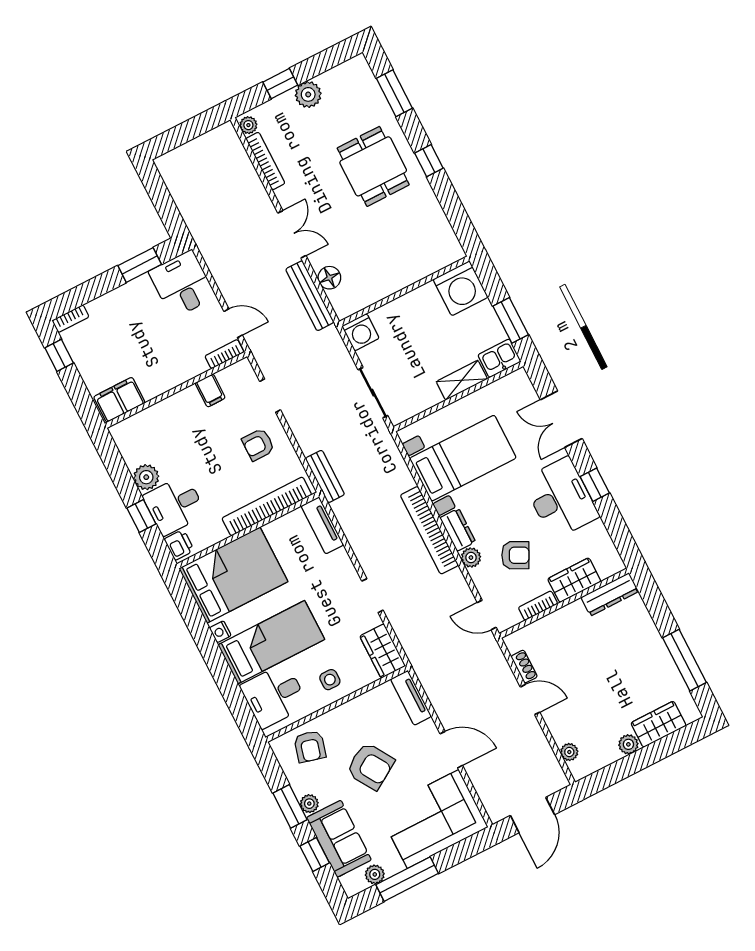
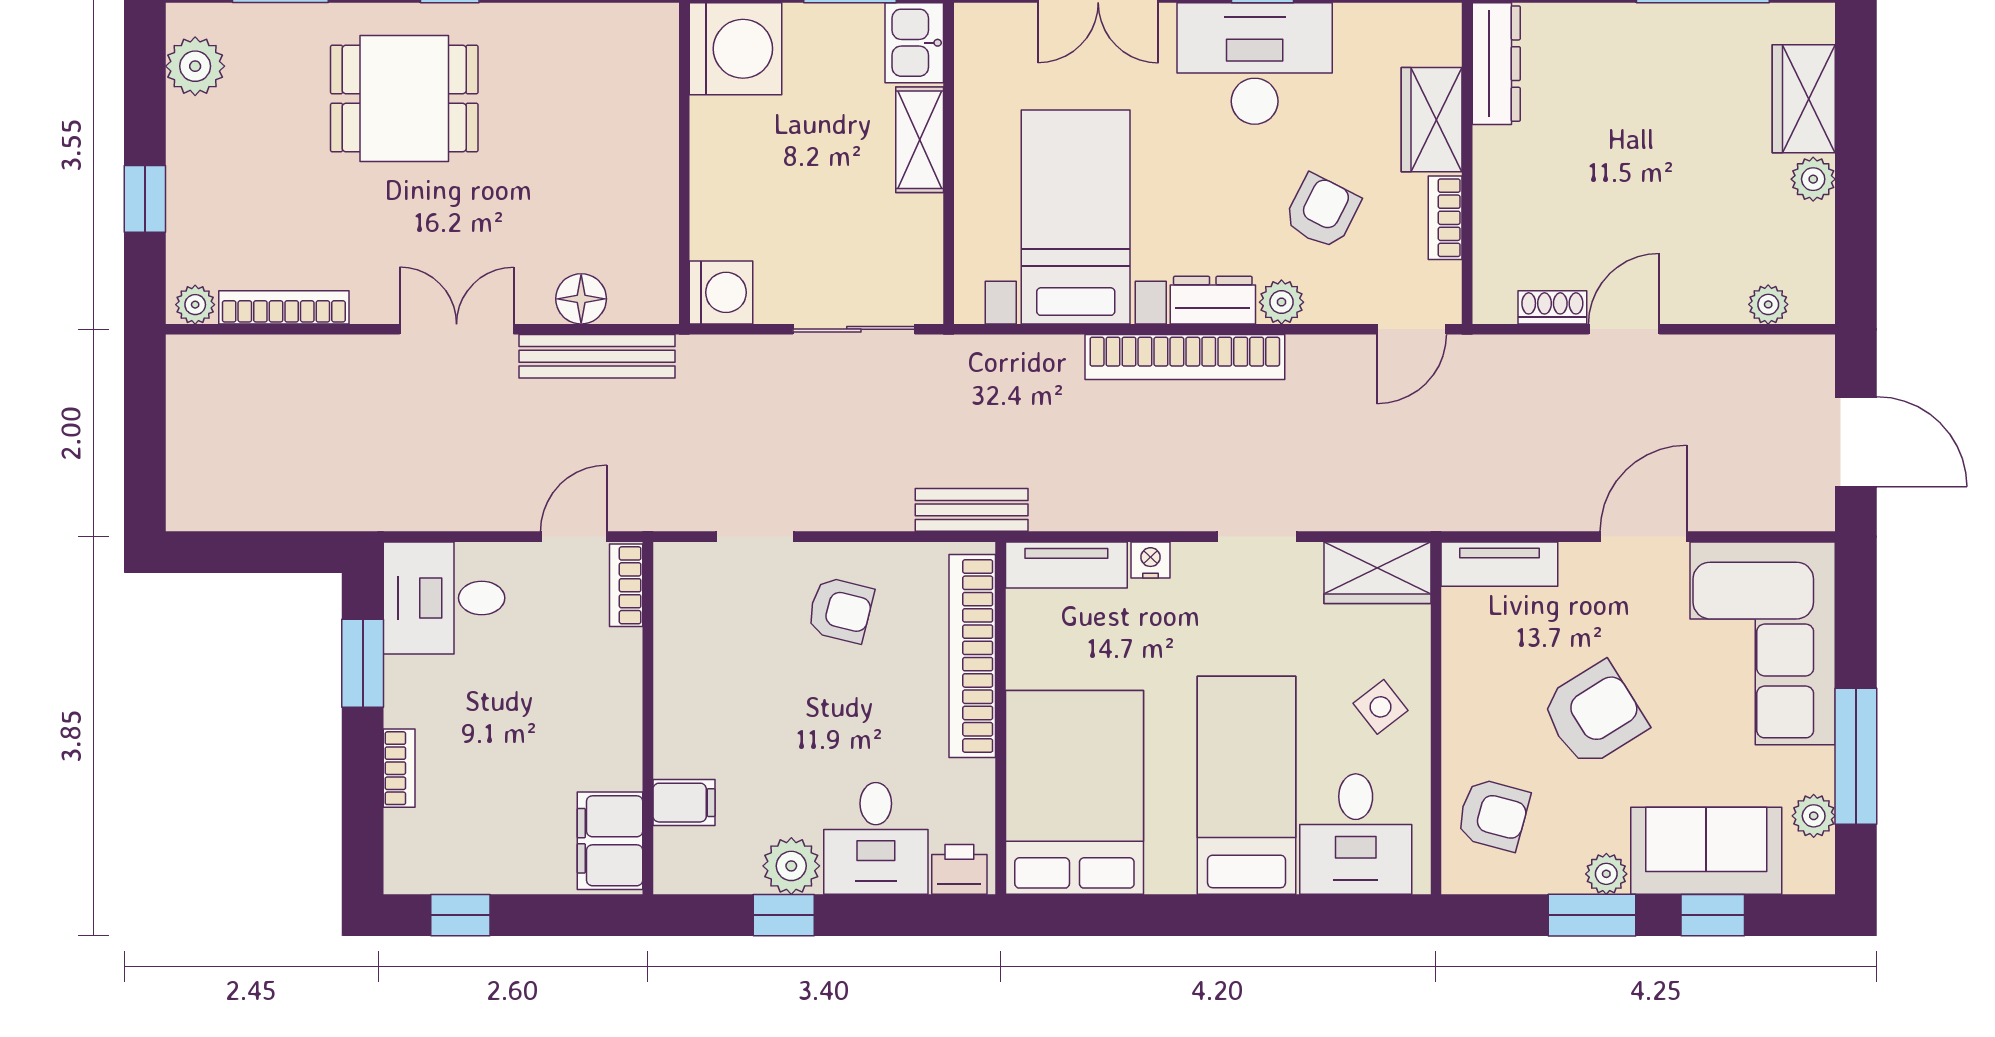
plant: (308, 94) -> (195, 66), moved
bookcase: (71, 319) -> (399, 768), moved
filing cabinet: (210, 390) -> (684, 803), moved
armchair: (258, 445) -> (840, 610), turned -76
window: (141, 516) -> (784, 915), moved
nightstand: (220, 632) -> (1150, 560), moved, turned 180
side table: (330, 680) -> (1380, 707), turned -38

